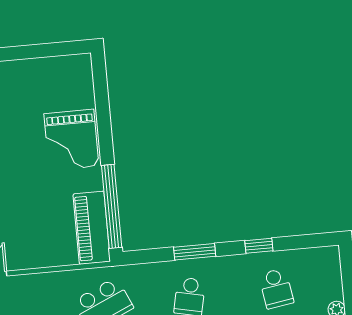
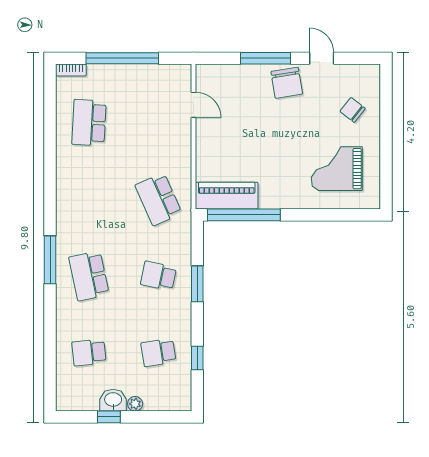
grand piano: (71, 140) -> (337, 169), moved
window: (259, 246) -> (197, 358), moved

